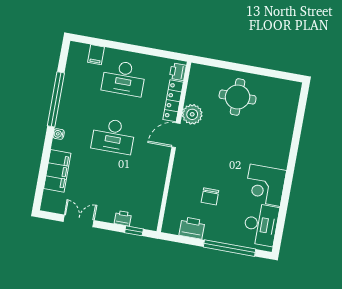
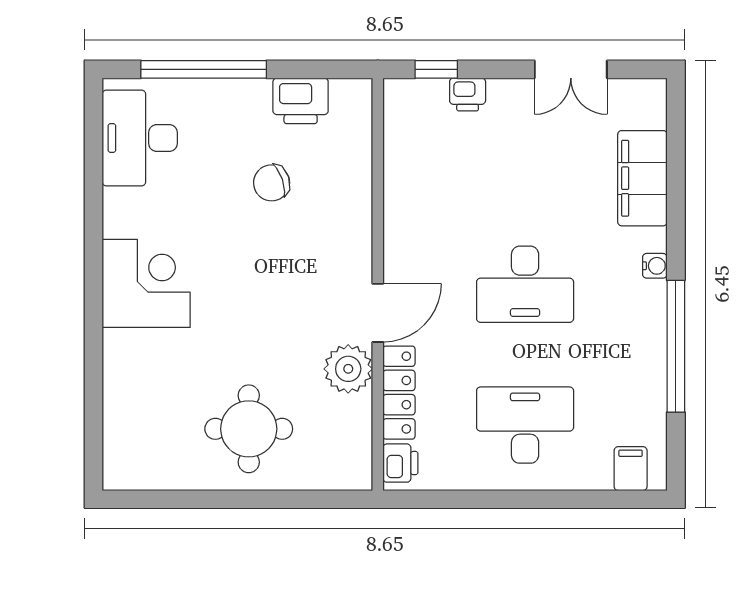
filing cabinet: (96, 55) -> (631, 469), moved
desk: (113, 136) -> (525, 284), turned 180
corner desk: (265, 185) -> (146, 283), moved
chair: (210, 196) -> (272, 183), turned -109

